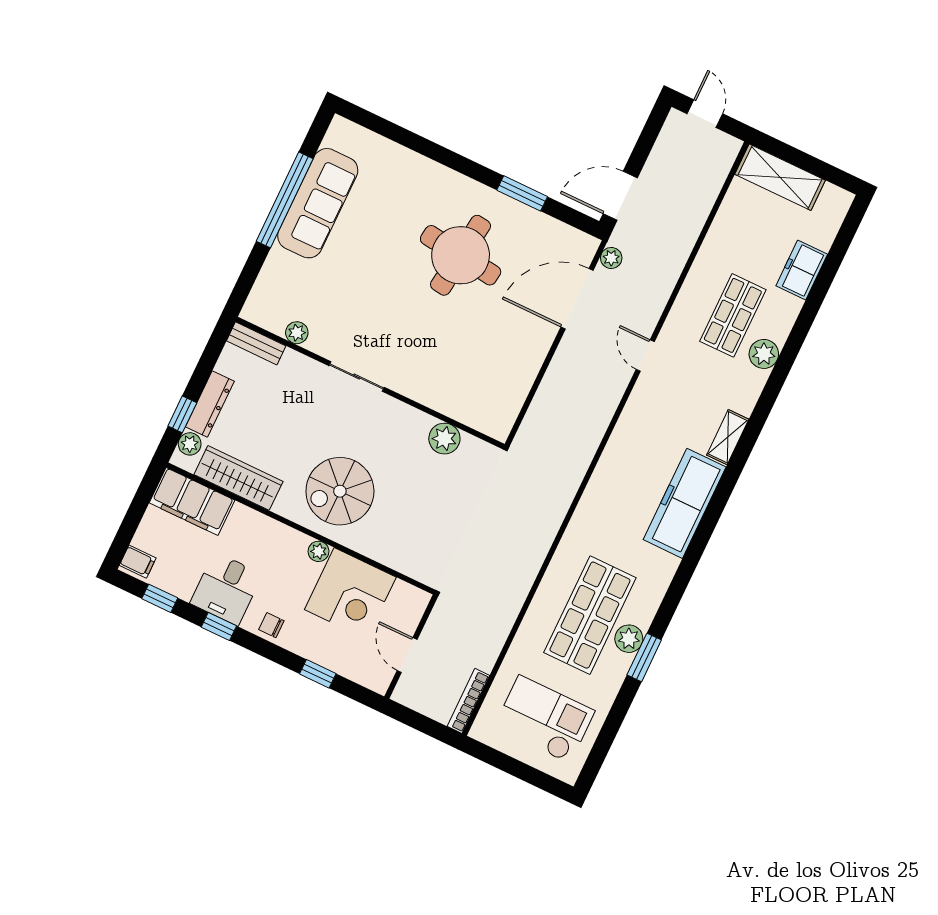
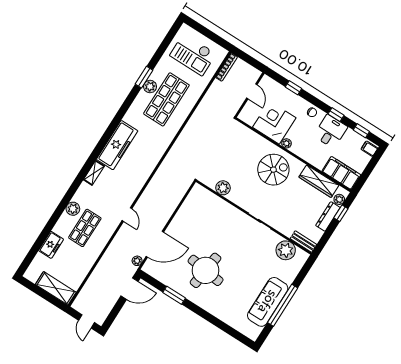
plant: (297, 333) -> (286, 250), width x1.87, depth x1.87

